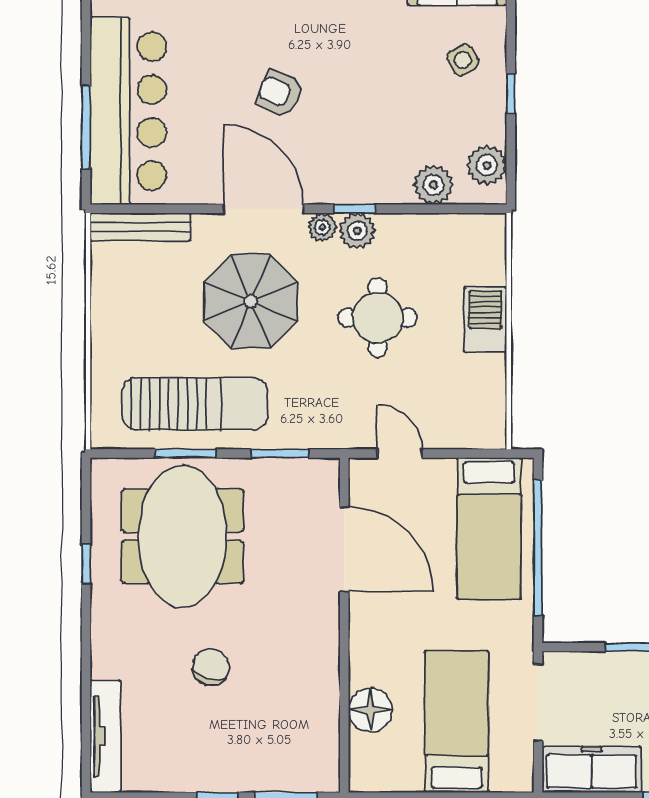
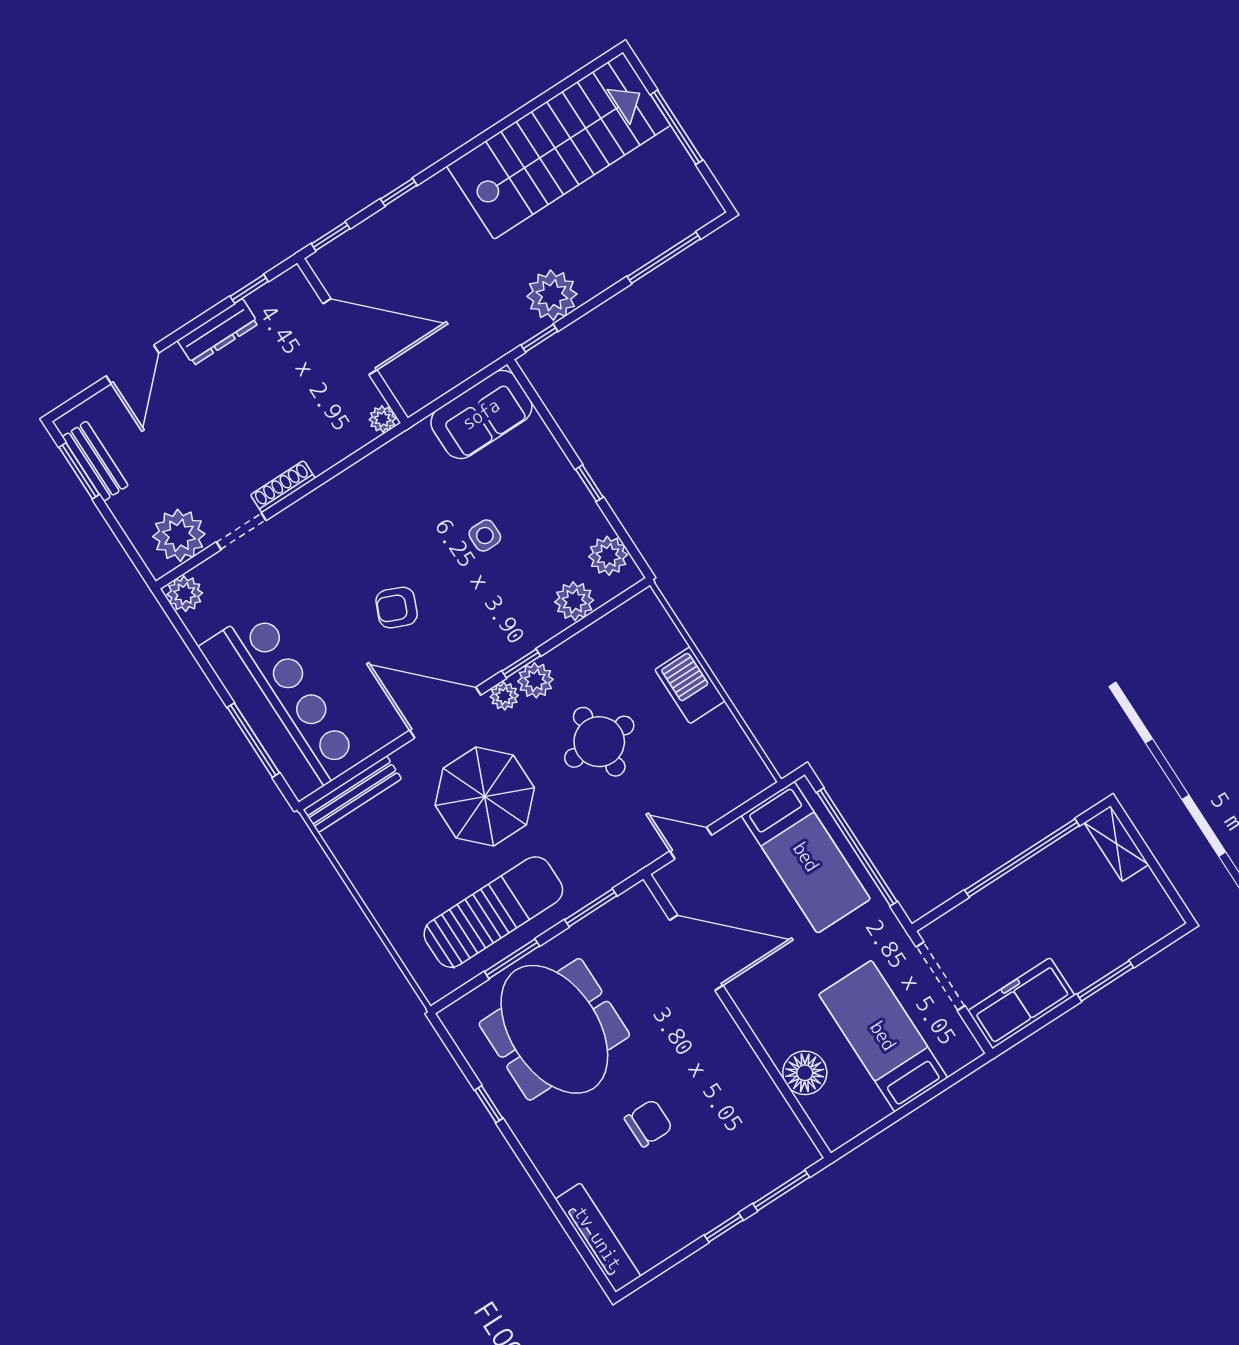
side table: (463, 60) -> (485, 536), moved, turned 30
chair: (211, 667) -> (649, 1123), turned 74

